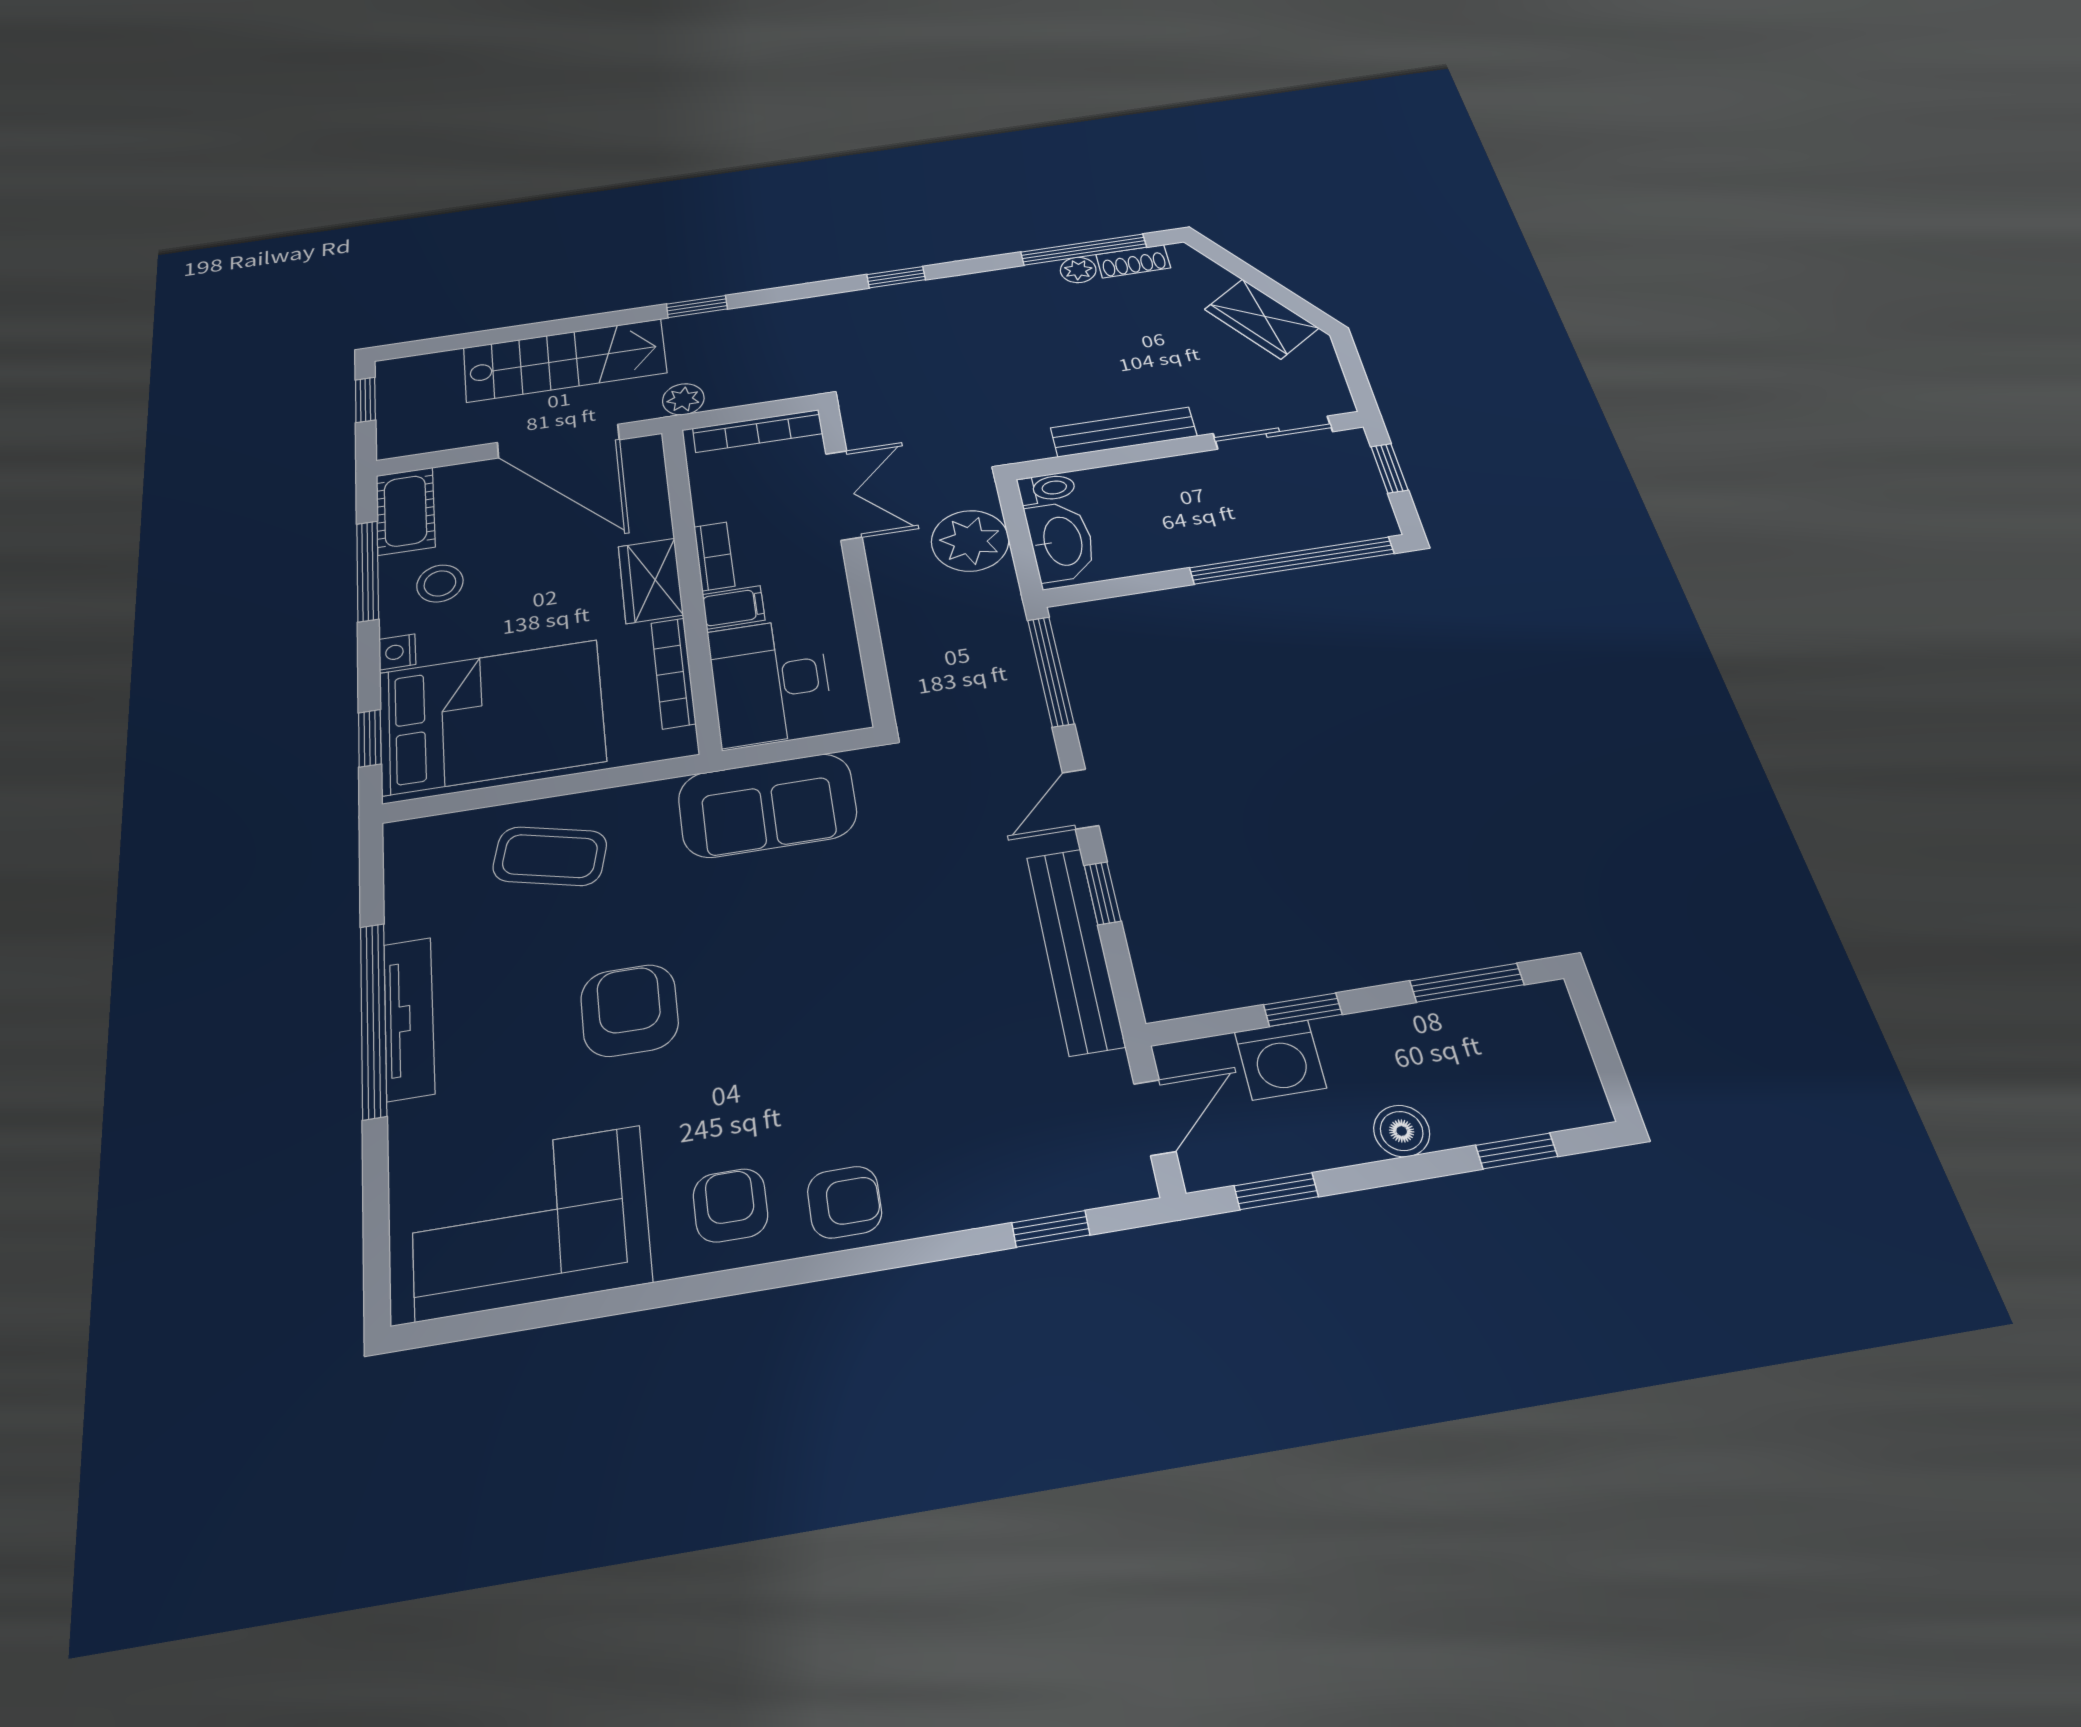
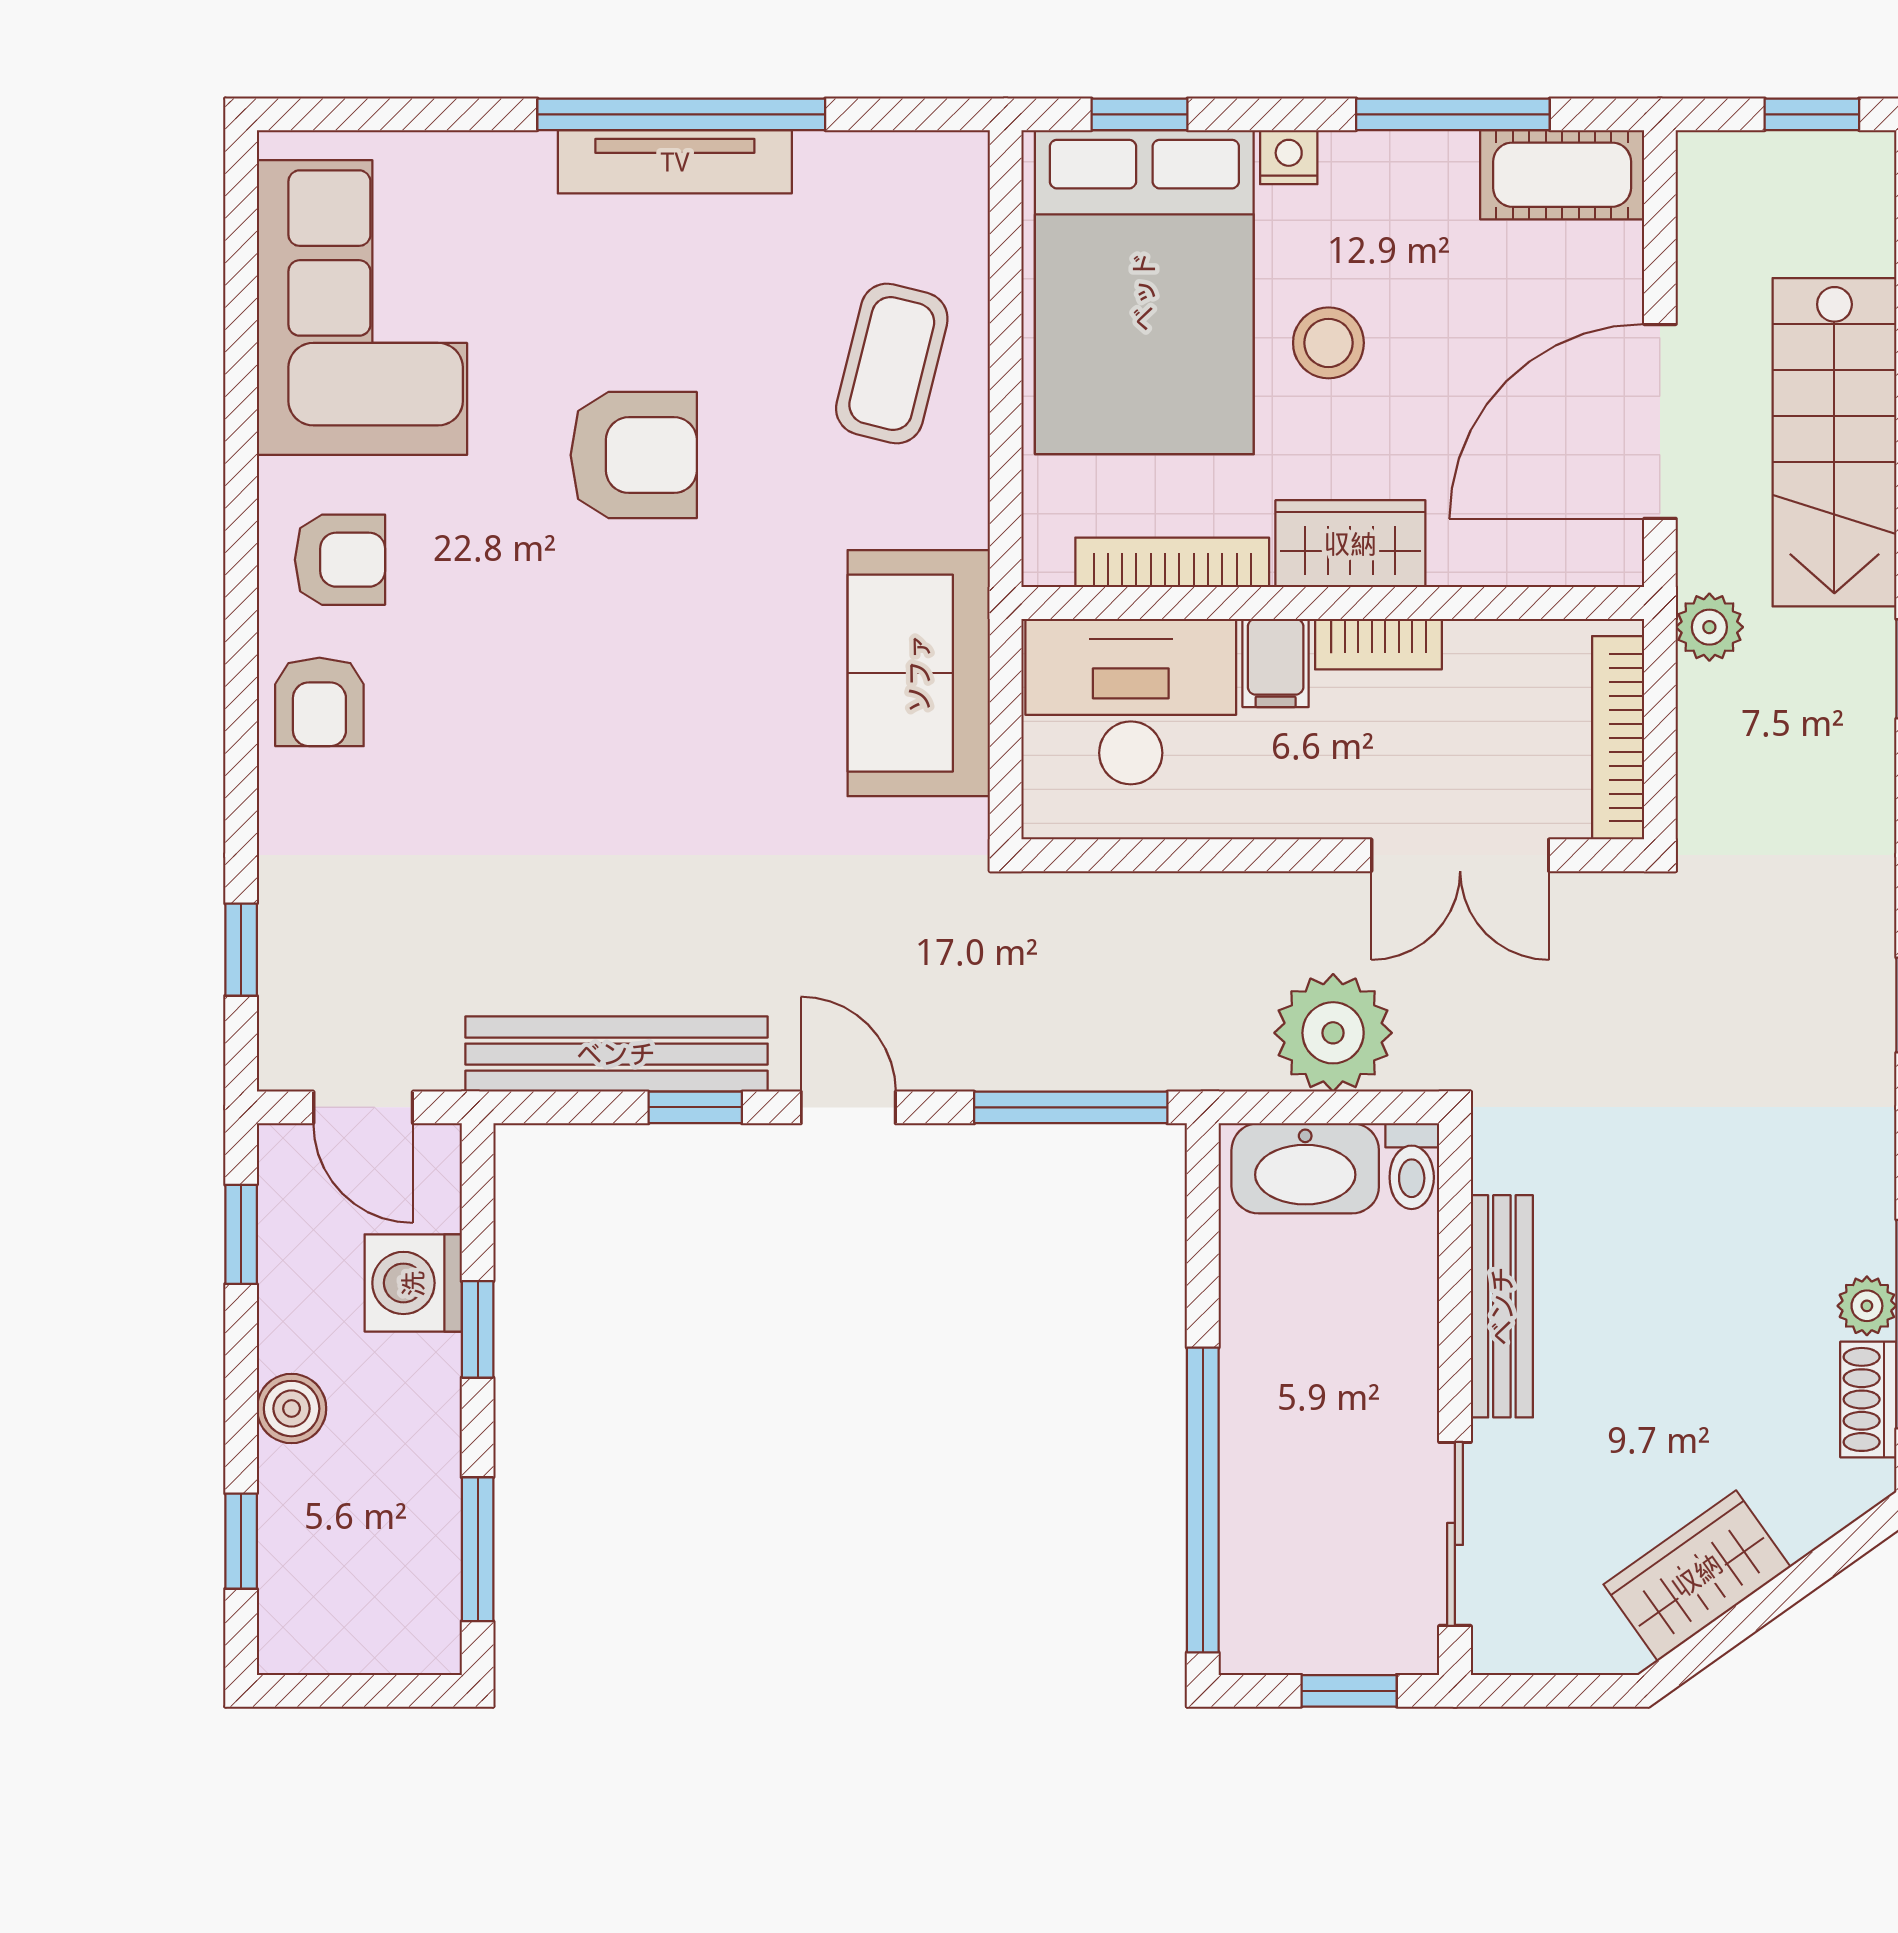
stool: (440, 583) -> (1328, 343), moved

